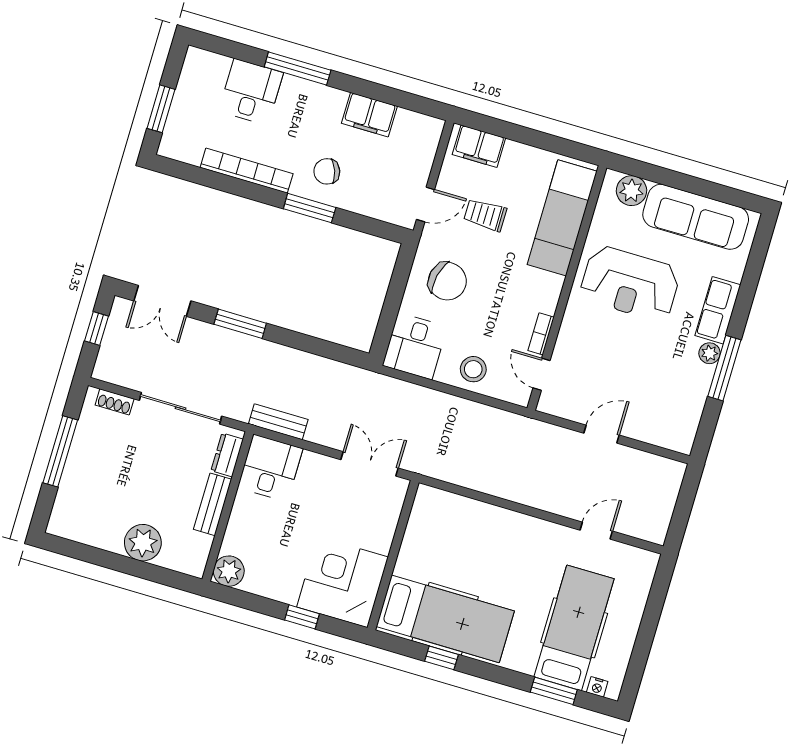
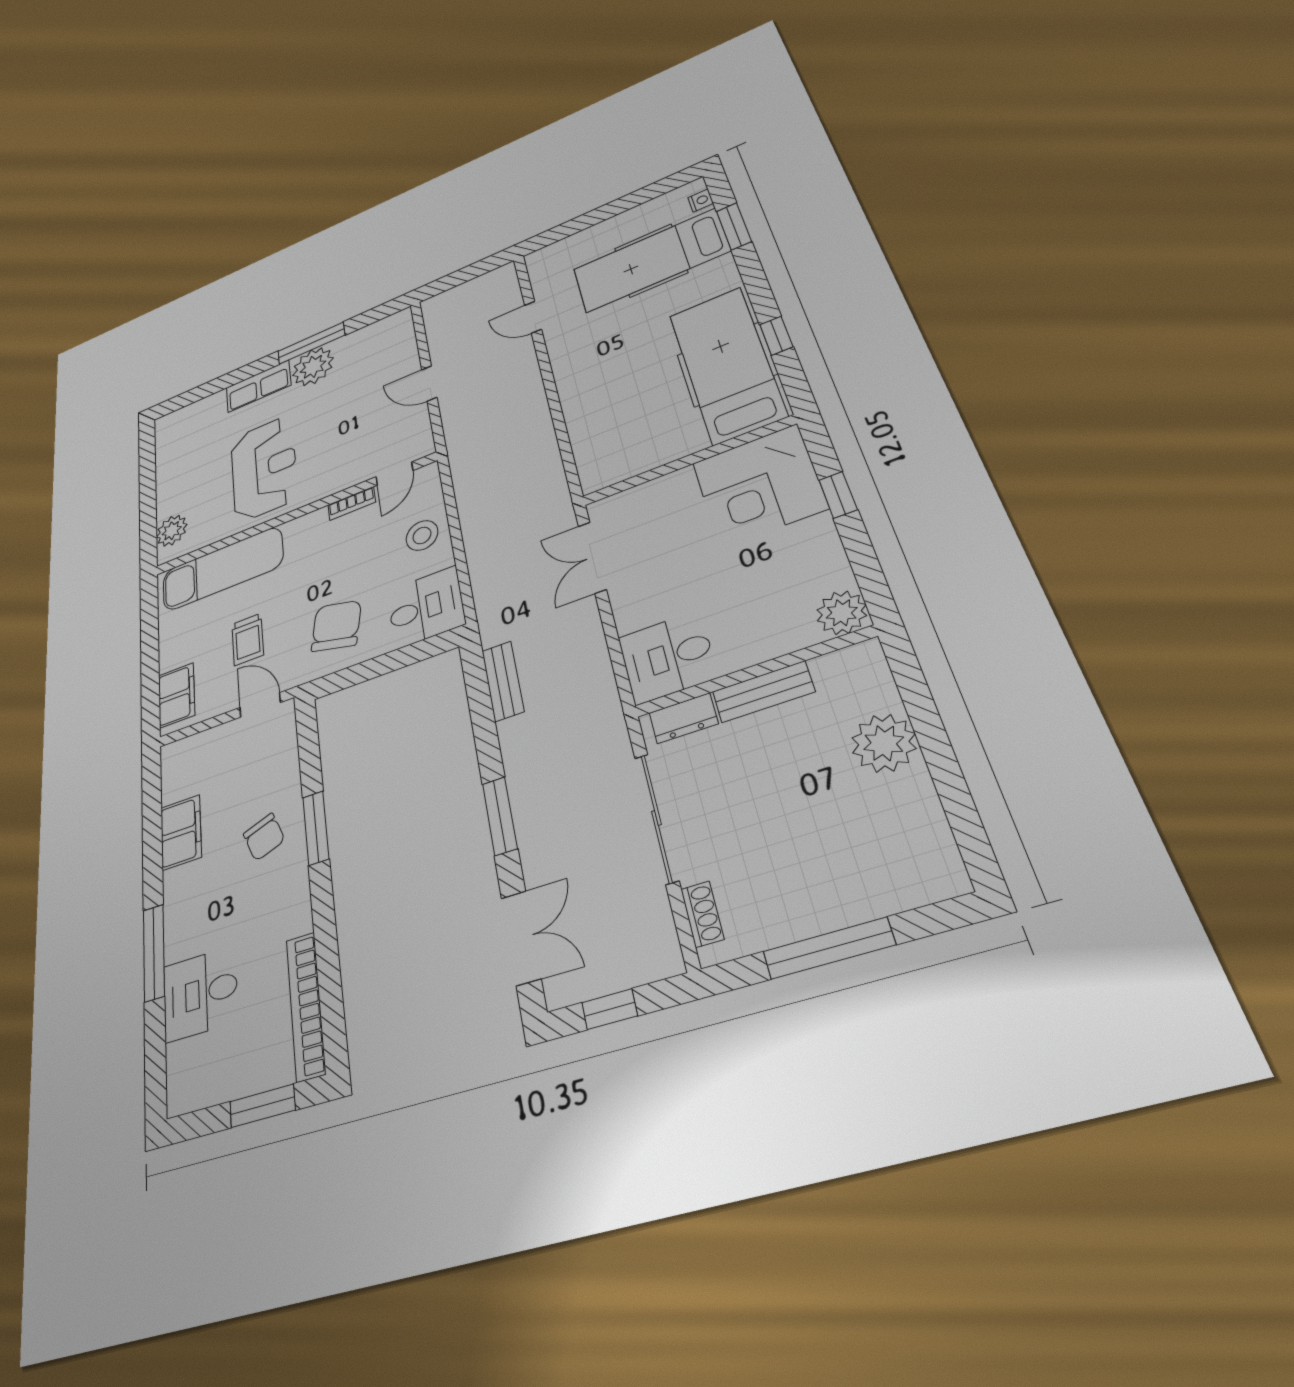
bookcase: (247, 171) -> (306, 1006), moved
sofa: (696, 217) -> (177, 464), removed
plant: (710, 353) -> (313, 367), width x1.87, depth x1.87
bench: (278, 422) -> (503, 681), moved

